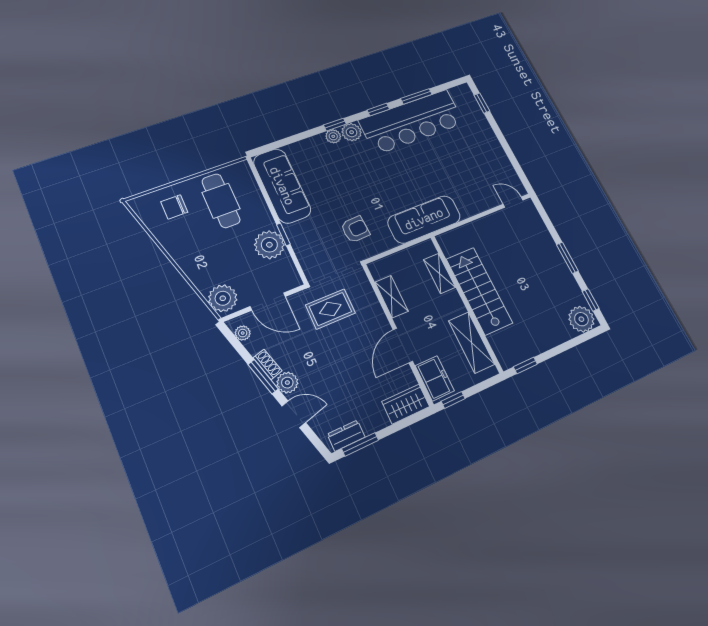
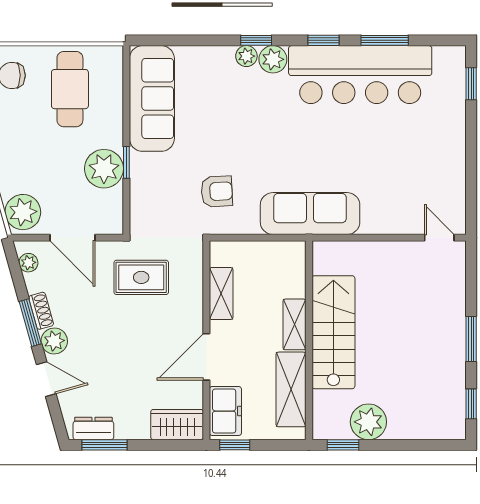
shelving: (439, 273) -> (295, 324), moved
plant: (581, 319) -> (368, 422), moved

